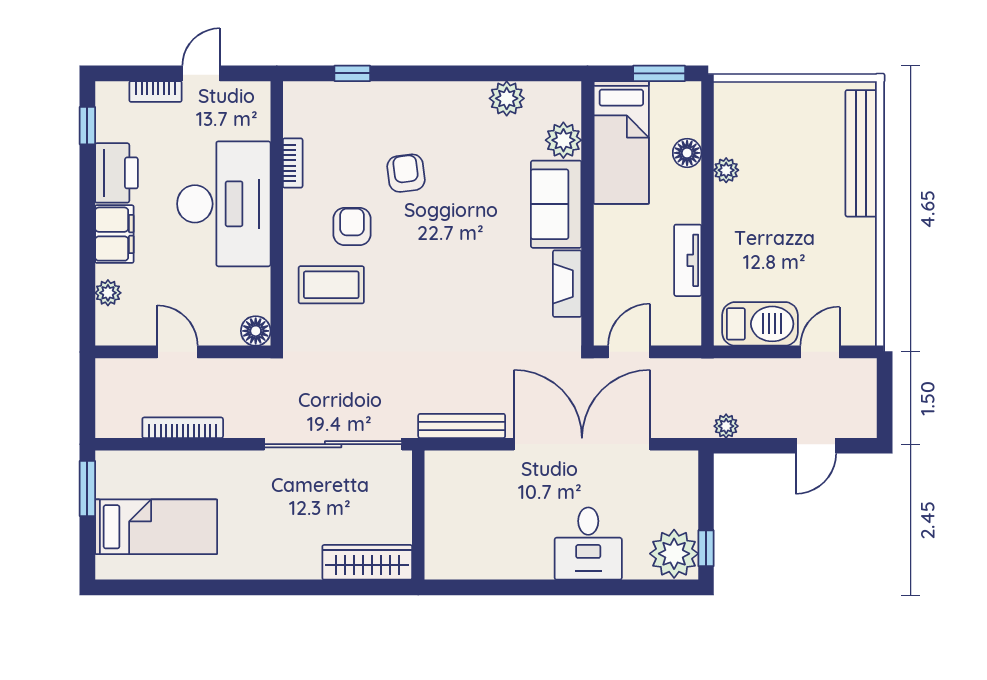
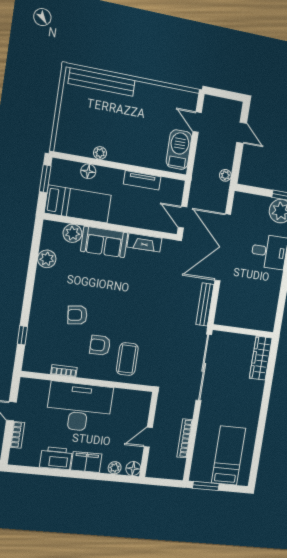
window: (87, 126) -> (30, 470), removed
floor lamp: (256, 331) -> (133, 469), moved

